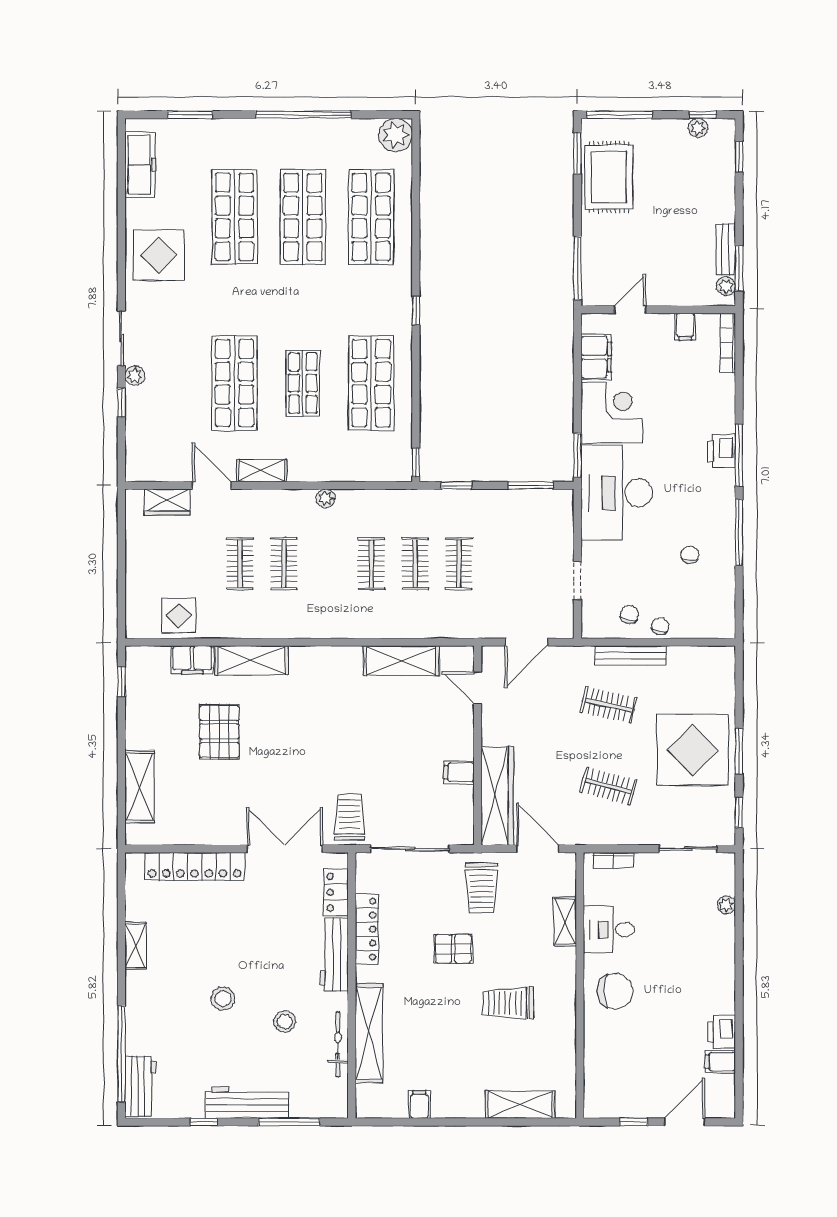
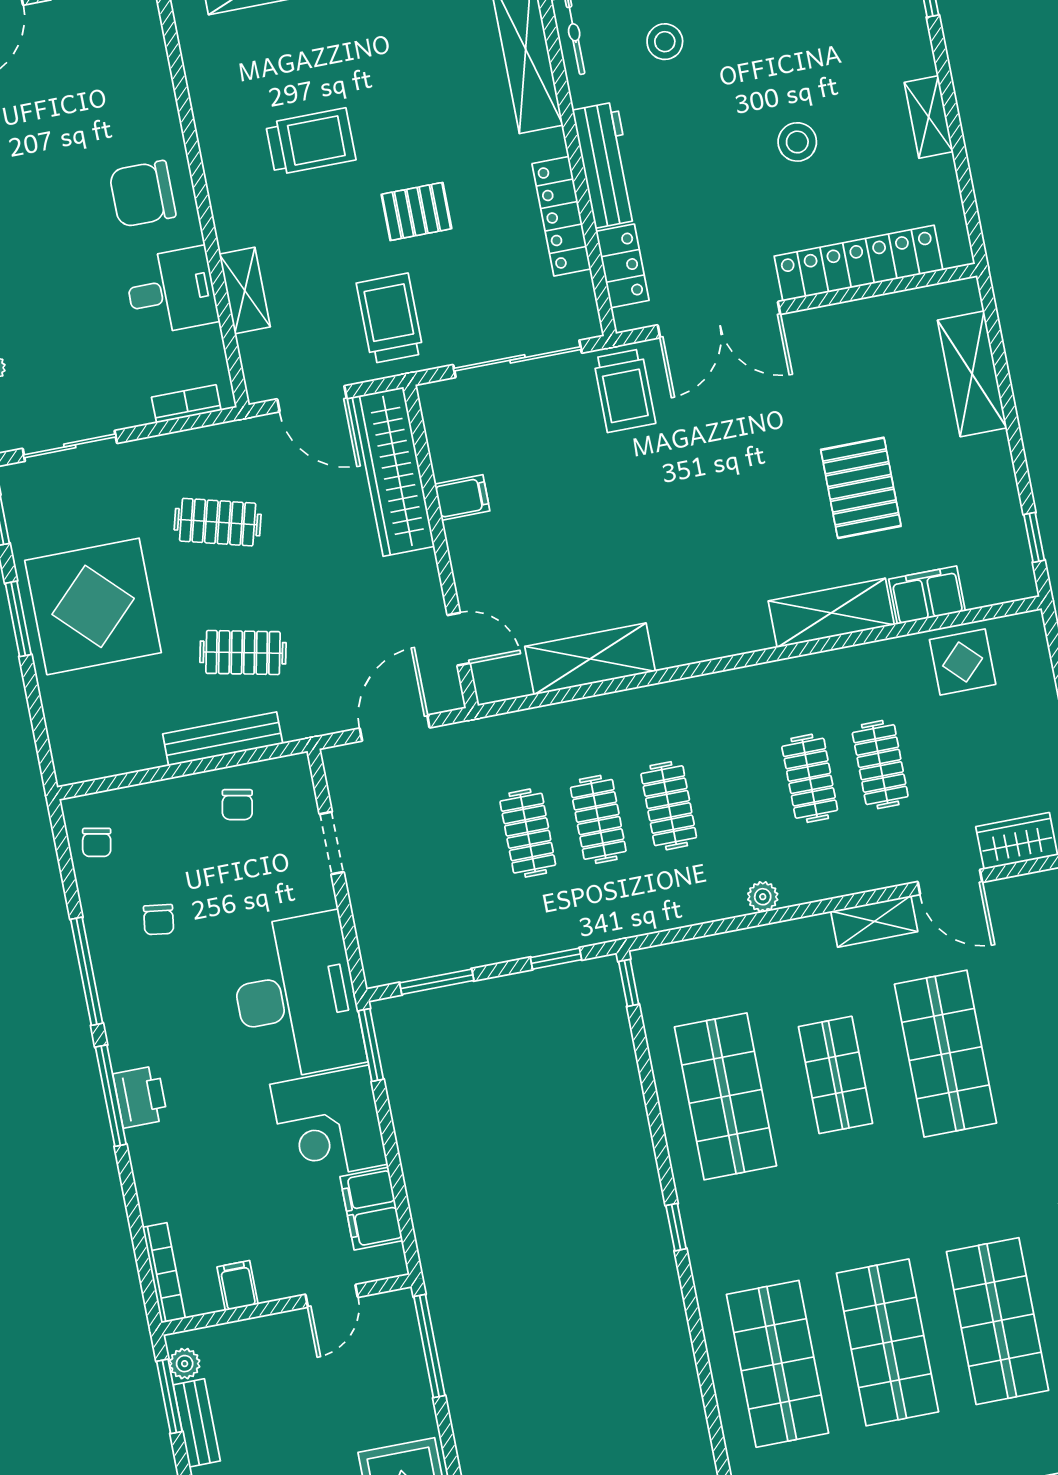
chair: (660, 626) -> (97, 842), moved
stool: (223, 999) -> (797, 142), moved

